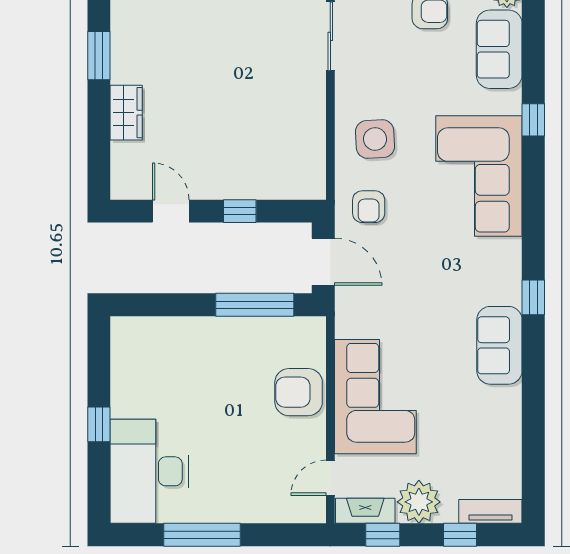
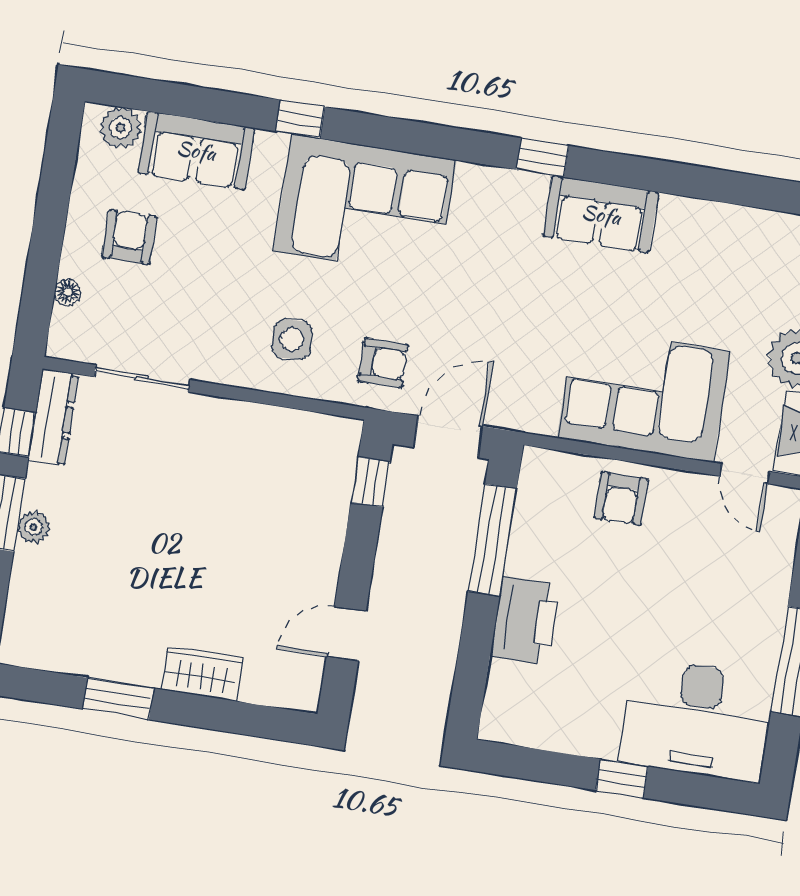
side table: (375, 139) -> (292, 339), width x0.73, depth x0.73
window: (240, 211) -> (370, 482), moved
printer: (201, 337) -> (525, 621), added
armchair: (299, 392) -> (621, 499), width x0.72, depth x0.72

